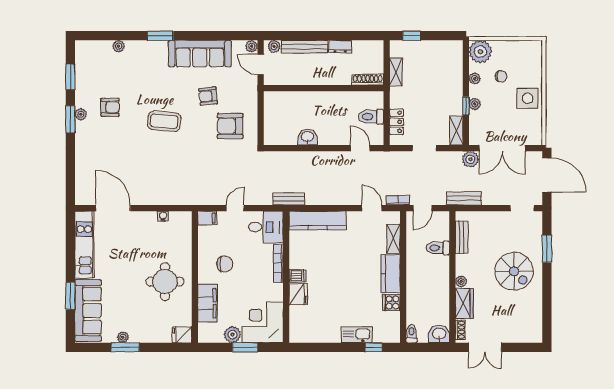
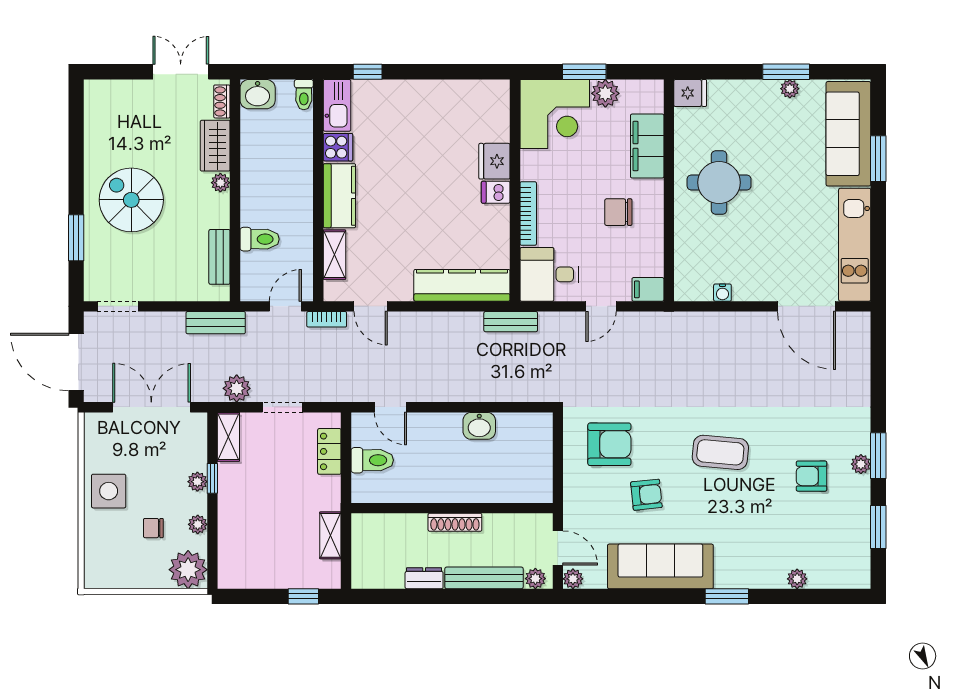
shoe rack: (368, 80) -> (455, 522), moved
plant: (470, 159) -> (237, 388), moved
kitchen sink: (357, 335) -> (337, 105), moved, turned -90

